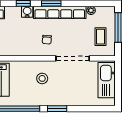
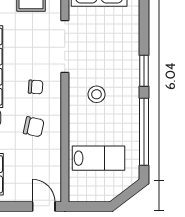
chair: (21, 38) -> (34, 127), added

